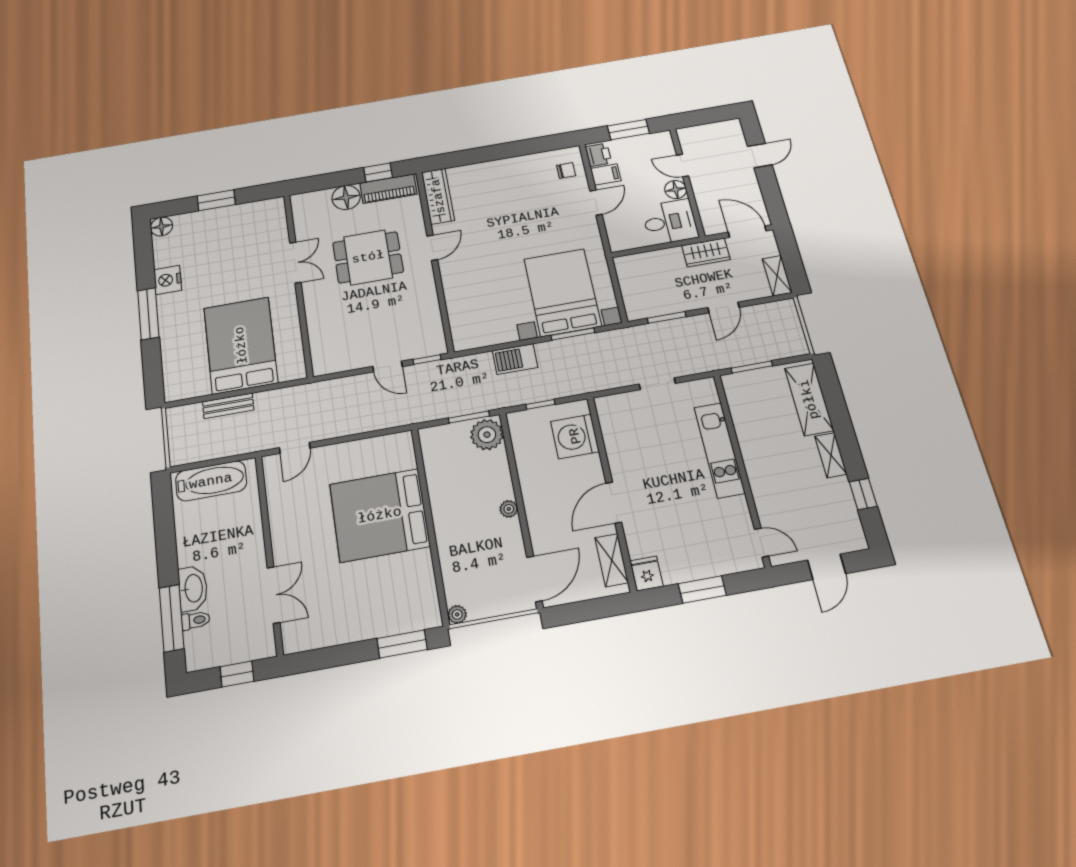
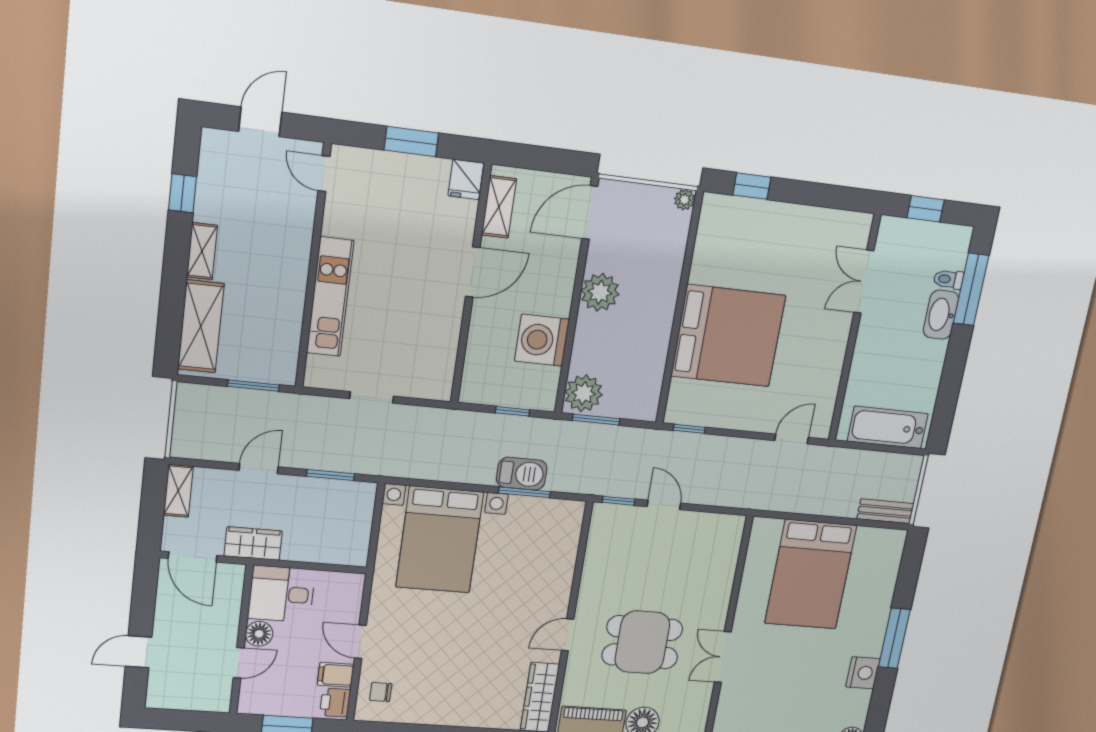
door: (683, 166) -> (239, 663), hinge flipped
door: (596, 203) -> (360, 642), hinge flipped
window: (573, 334) -> (524, 492), moved
bench: (228, 406) -> (885, 511), moved
window: (387, 432) -> (689, 429), added
washing machine: (575, 436) -> (542, 340), moved, turned 180
plant: (509, 509) -> (600, 292), width x1.88, depth x1.88
window: (402, 644) -> (752, 186), width x0.67

